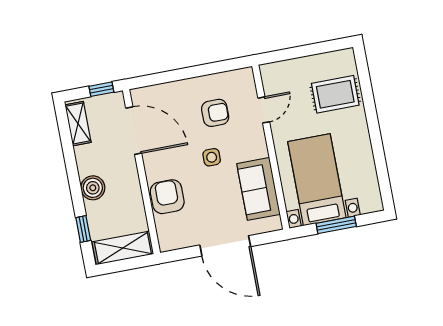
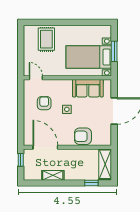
door: (264, 110) -> (36, 78), moved
shelving: (78, 124) -> (53, 175), moved
door: (134, 131) -> (45, 147), hinge flipped
boiler: (93, 188) -> (71, 174), removed

